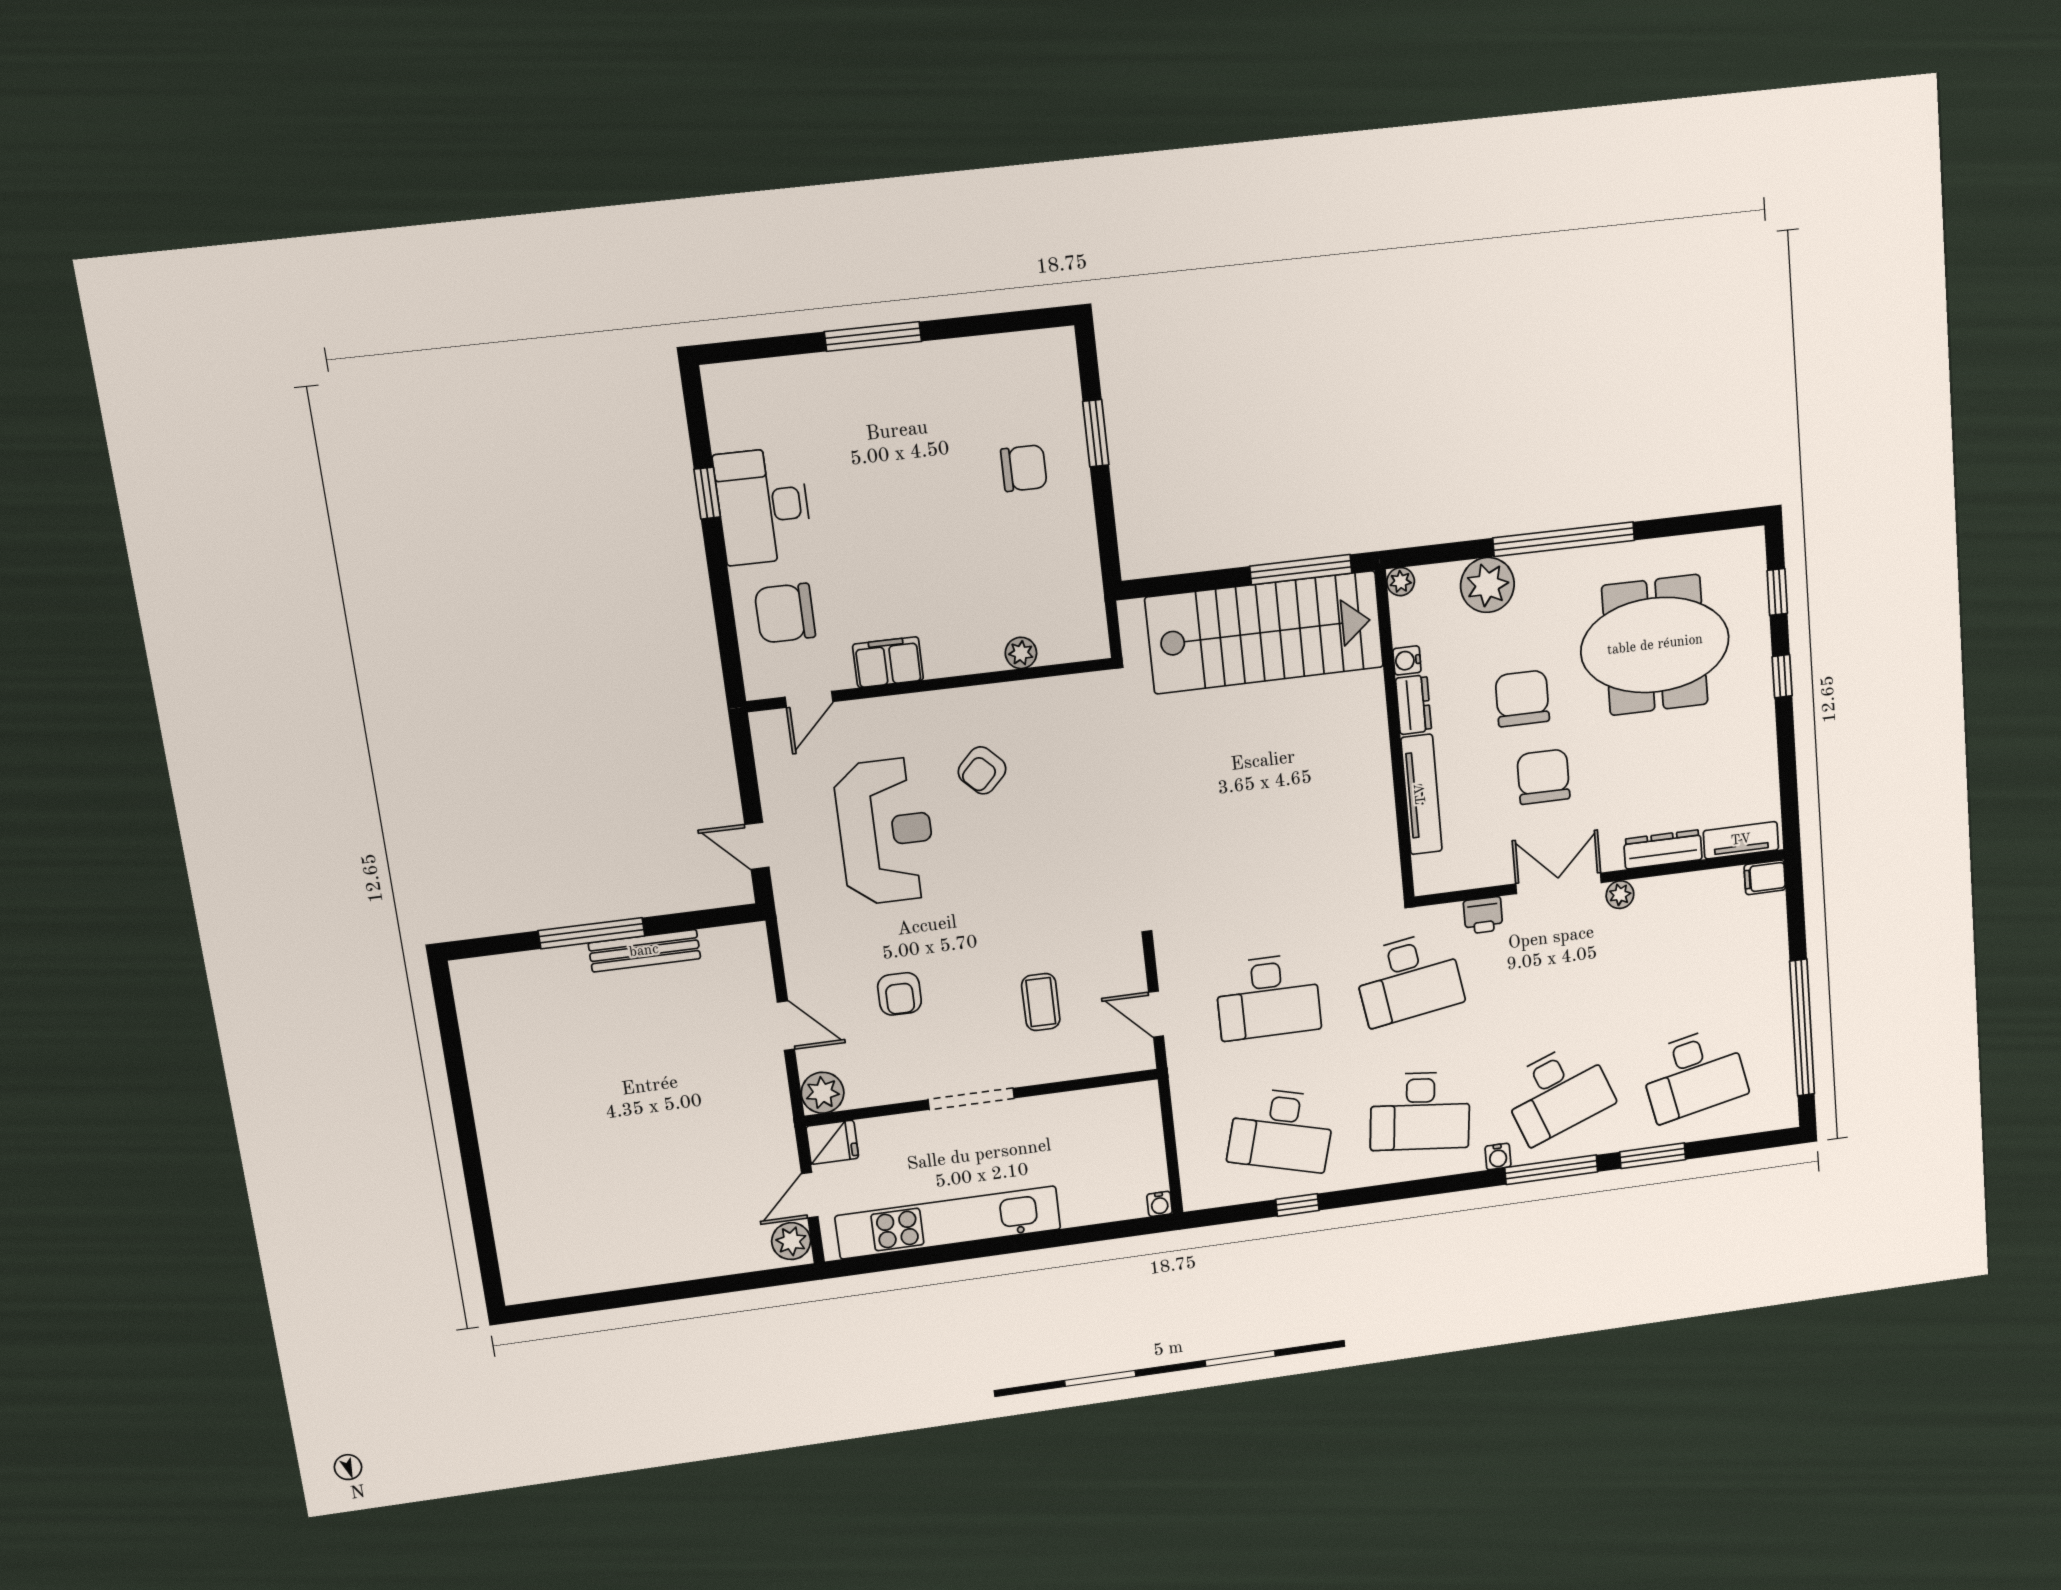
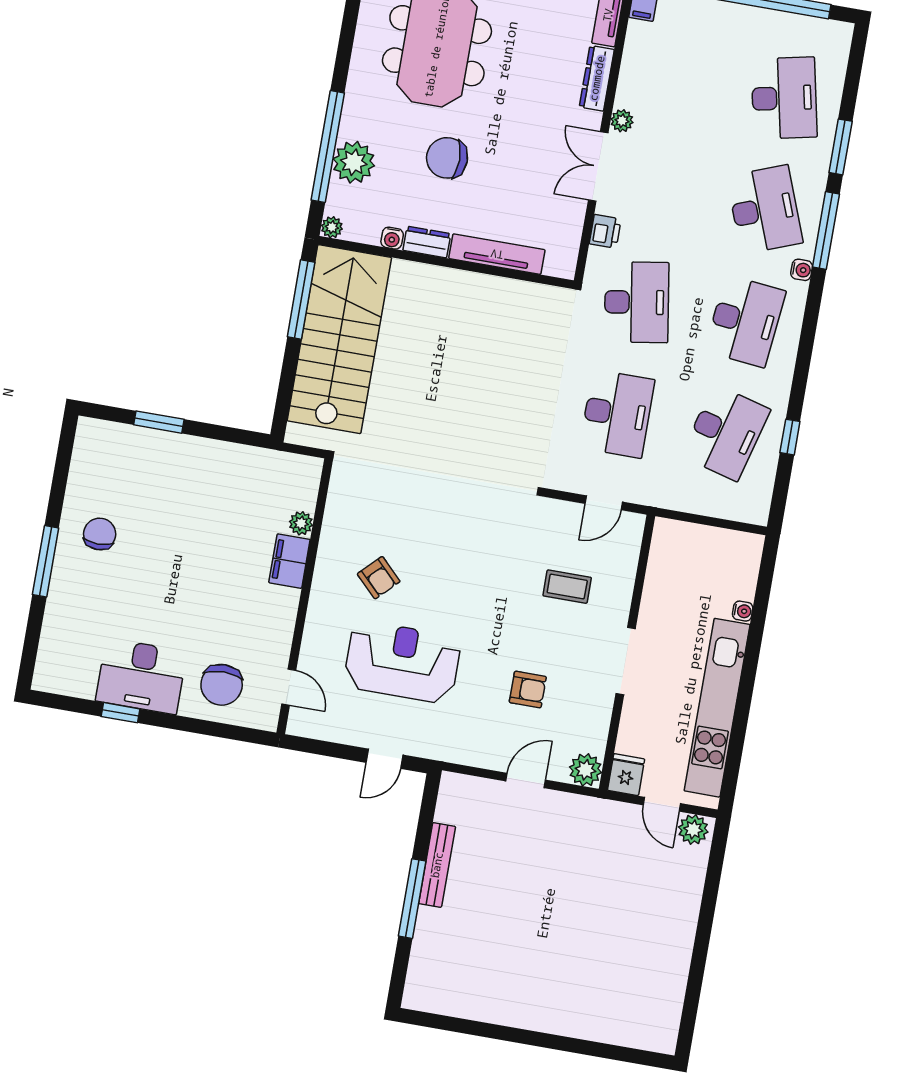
chair: (1024, 468) -> (100, 534), moved
window: (1564, 539) -> (328, 147), moved
filing cabinet: (888, 662) -> (289, 561), moved
chair: (1543, 777) -> (512, 157), removed
water cooler: (1160, 1204) -> (743, 611), moved

